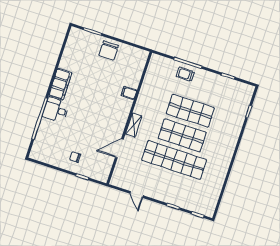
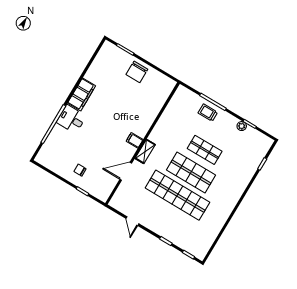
plant: (221, 80) -> (242, 126), added
filing cabinet: (129, 93) -> (135, 140), moved
shop shelf: (190, 111) -> (205, 150), width x0.70, depth x0.74

